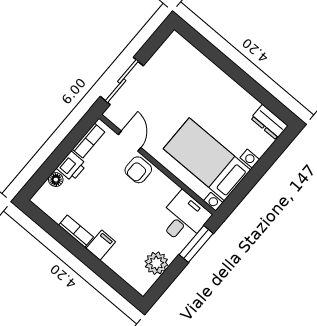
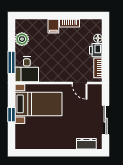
sliding door: (122, 81) -> (106, 120), moved
dresser: (269, 122) -> (86, 144), moved
armchair: (138, 170) -> (65, 73), removed
window: (254, 175) -> (12, 115), added

